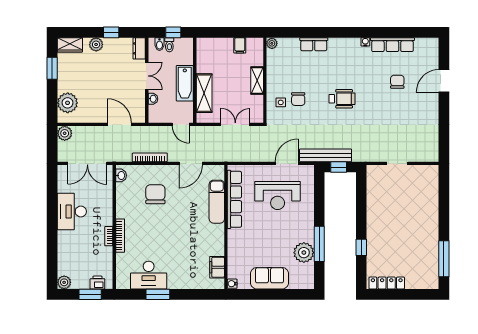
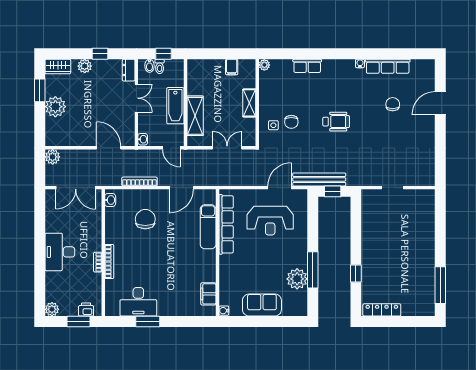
washbasin: (153, 99) -> (143, 139), moved
plant: (68, 103) -> (55, 107), moved
desk: (72, 212) -> (60, 252), moved

